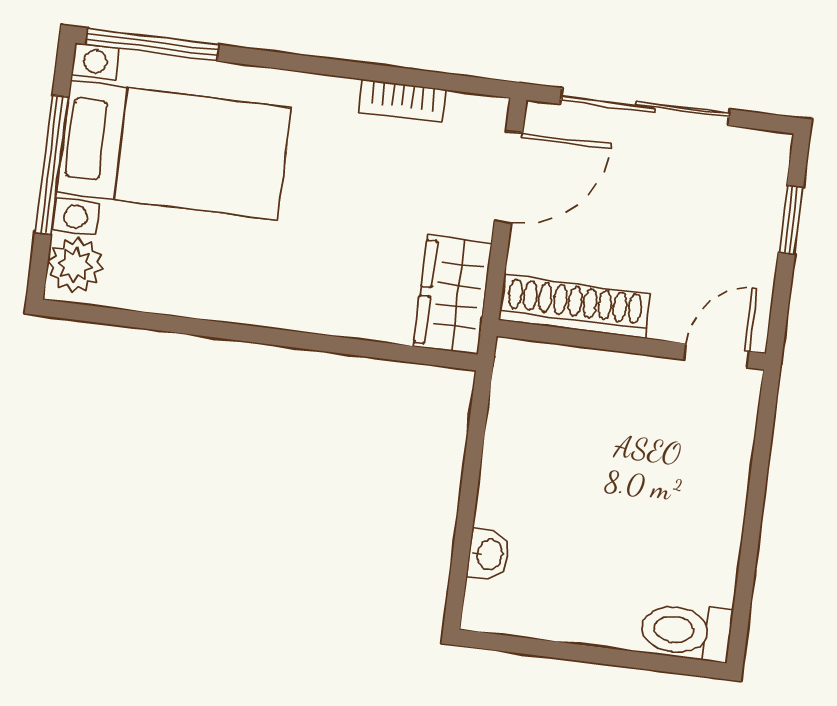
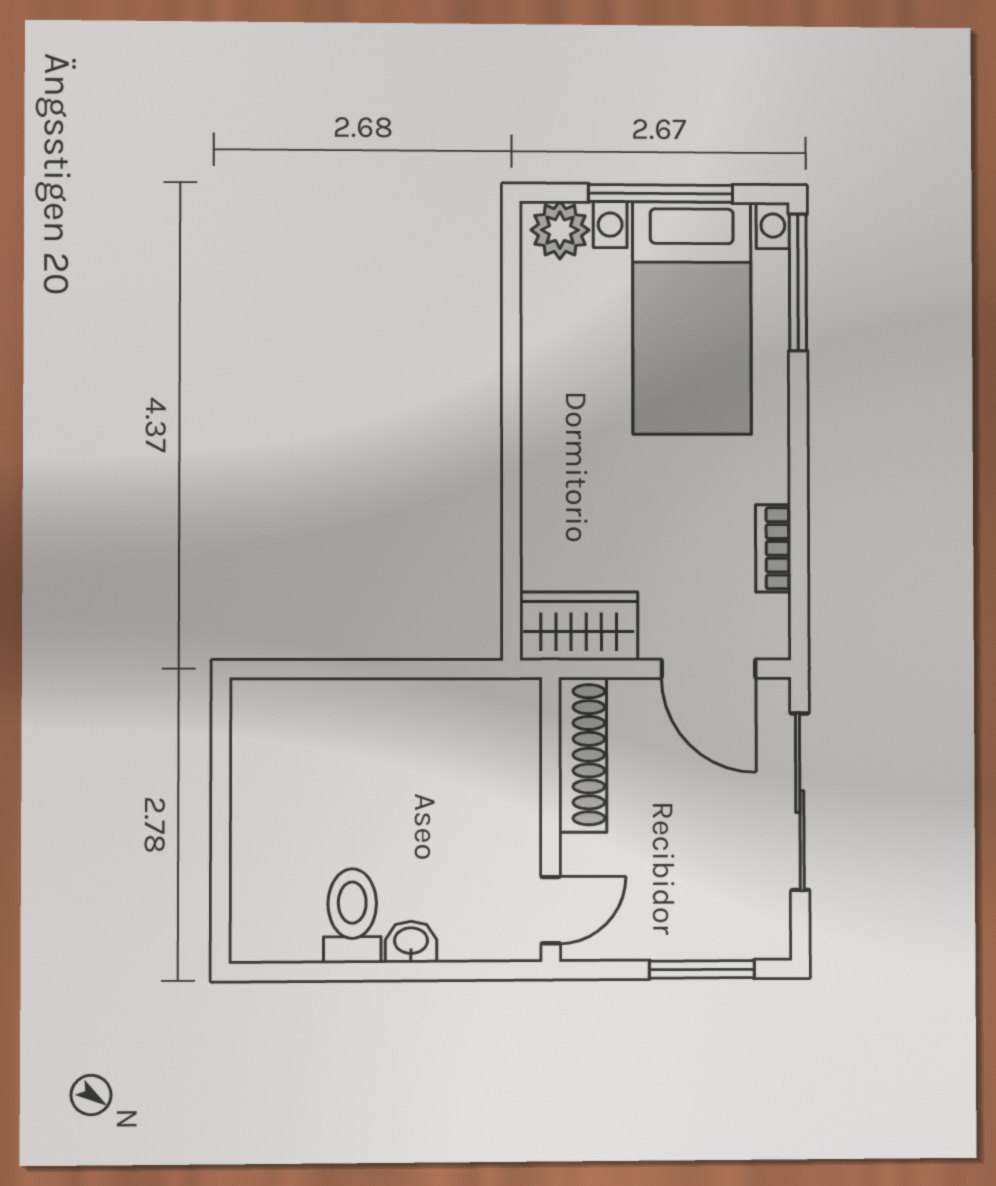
window: (791, 220) -> (702, 969), width x1.50
door: (716, 356) -> (551, 910), hinge flipped
washbasin: (489, 554) -> (411, 942), moved, turned 180
toilet: (686, 631) -> (352, 916), moved

